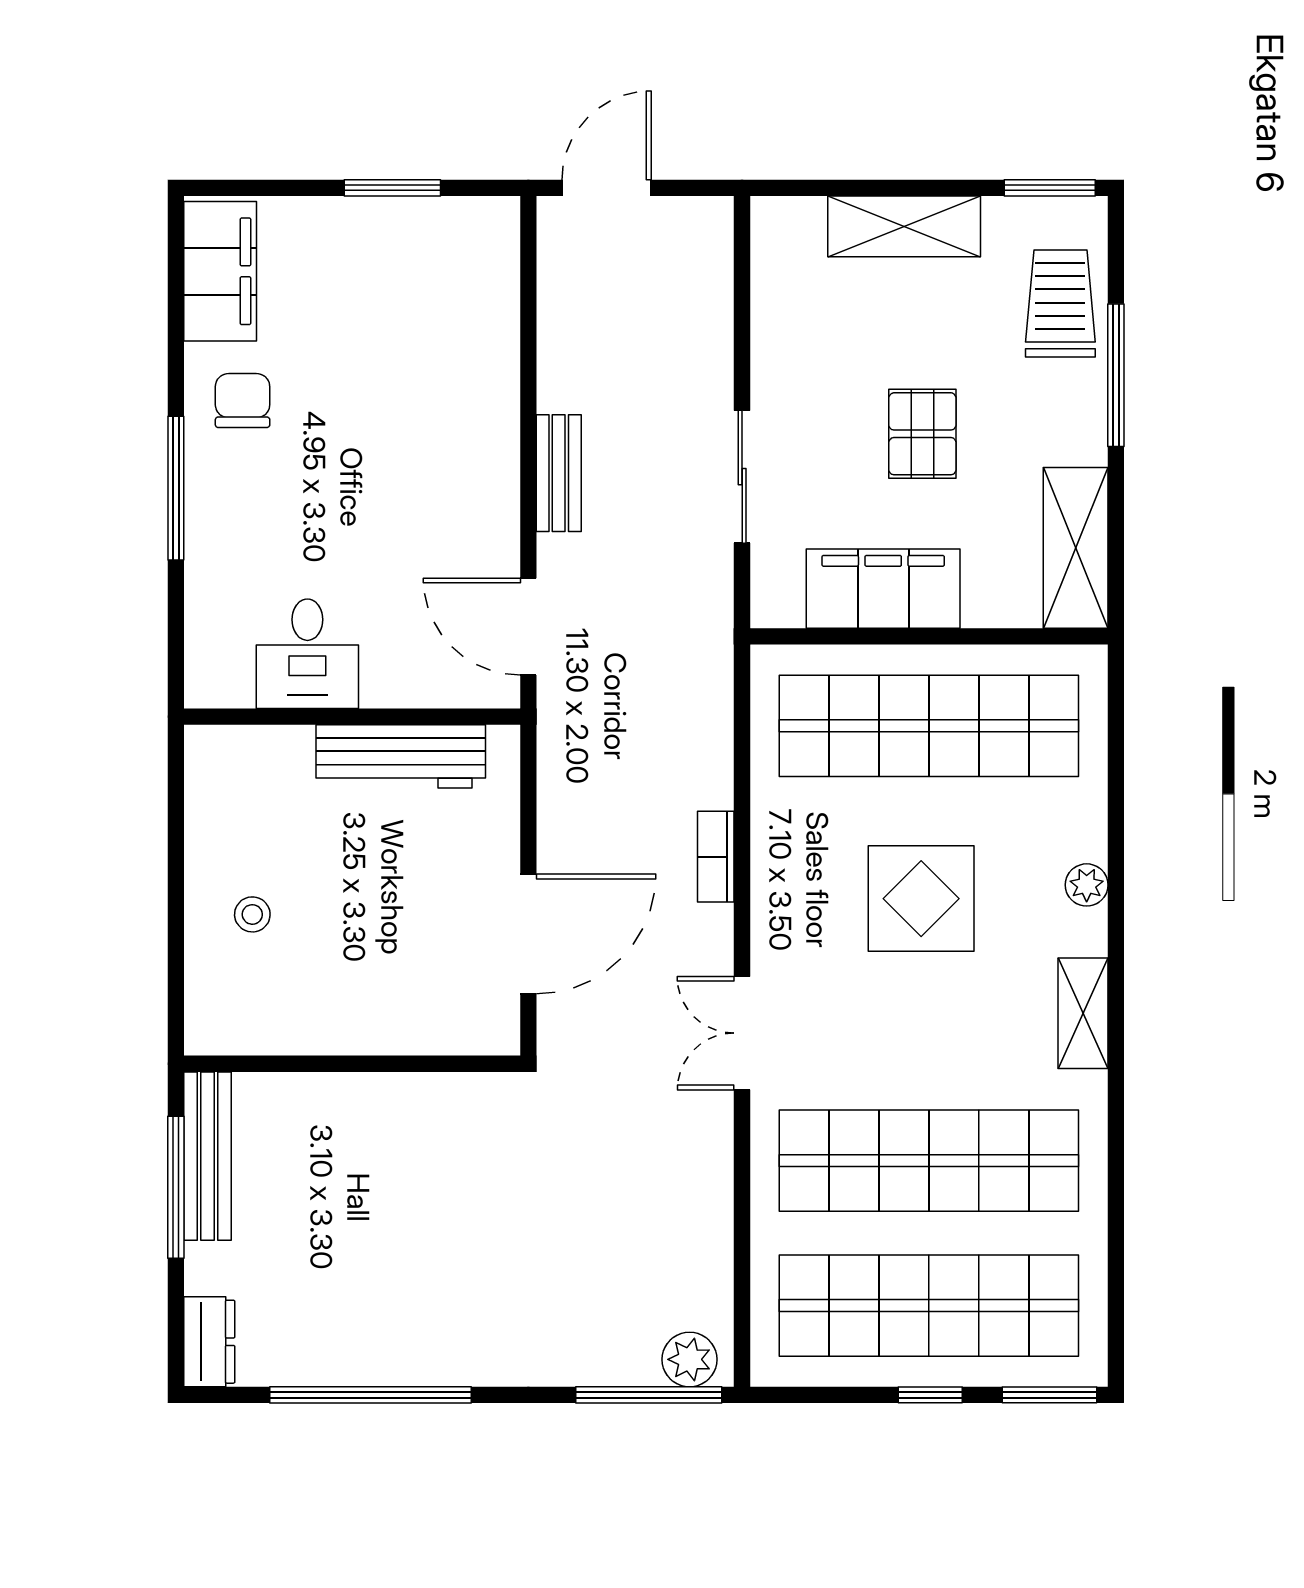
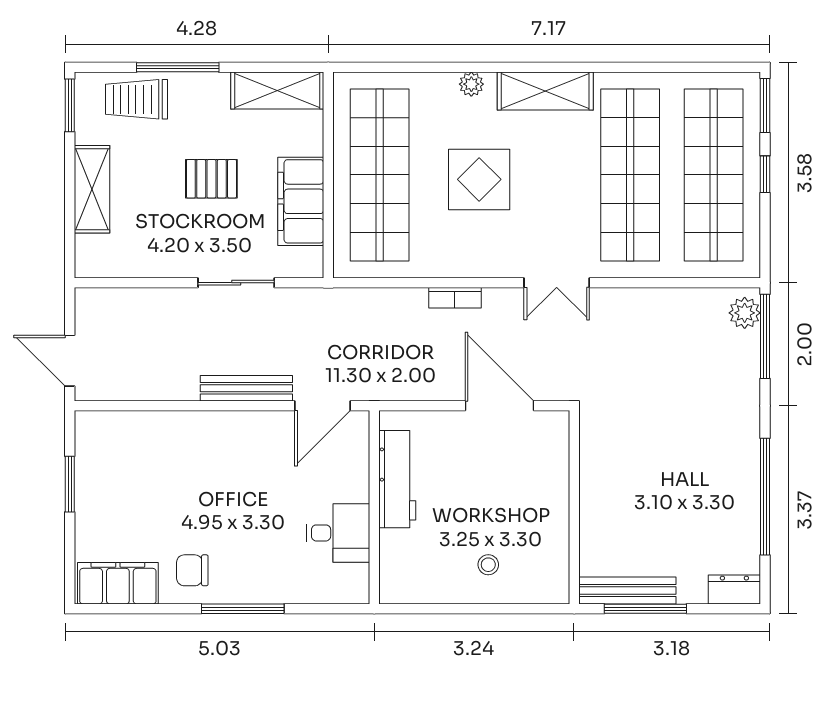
bench: (559, 473) -> (246, 388), width x1.36
shelving: (1083, 1013) -> (545, 91), width x1.50, depth x1.33

